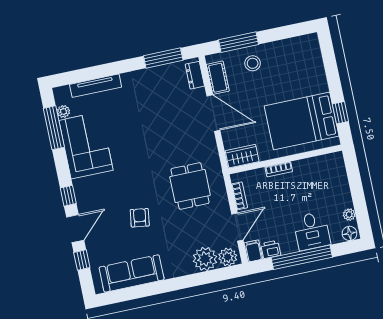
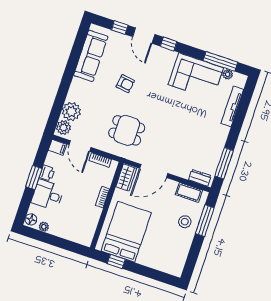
door: (213, 113) -> (154, 171), moved
printer: (271, 249) -> (47, 173), moved
window: (302, 257) -> (34, 178), width x0.47

